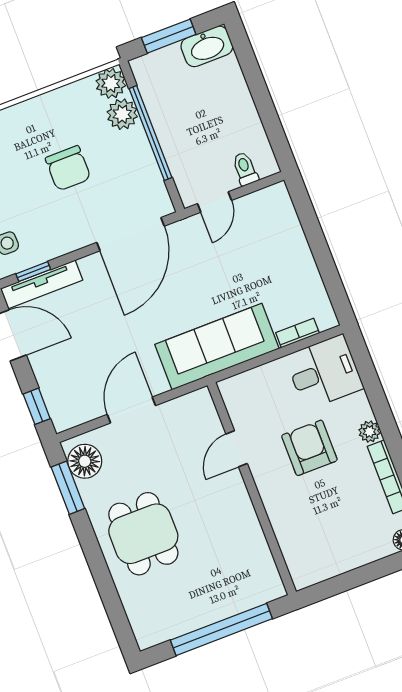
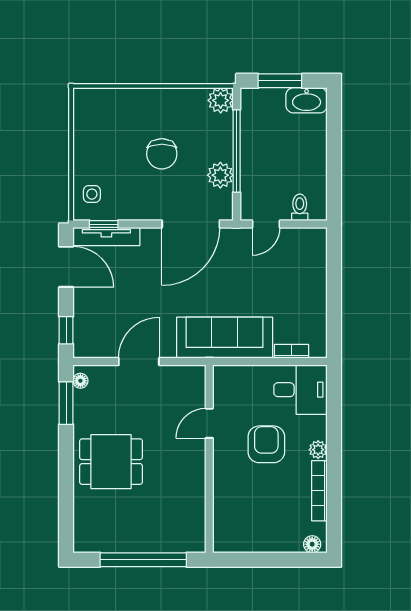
plant: (122, 114) -> (220, 175), moved
floor lamp: (85, 461) -> (80, 381), width x0.53, depth x0.53
dining table: (143, 534) -> (111, 462), turned 90

